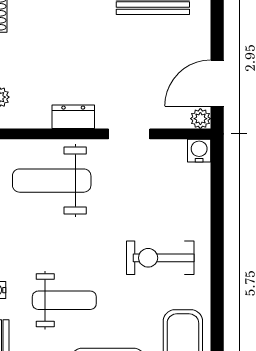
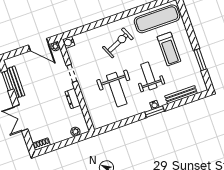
weight bench: (52, 181) -> (117, 90), moved
exercise bike: (160, 258) -> (118, 43), turned -114

